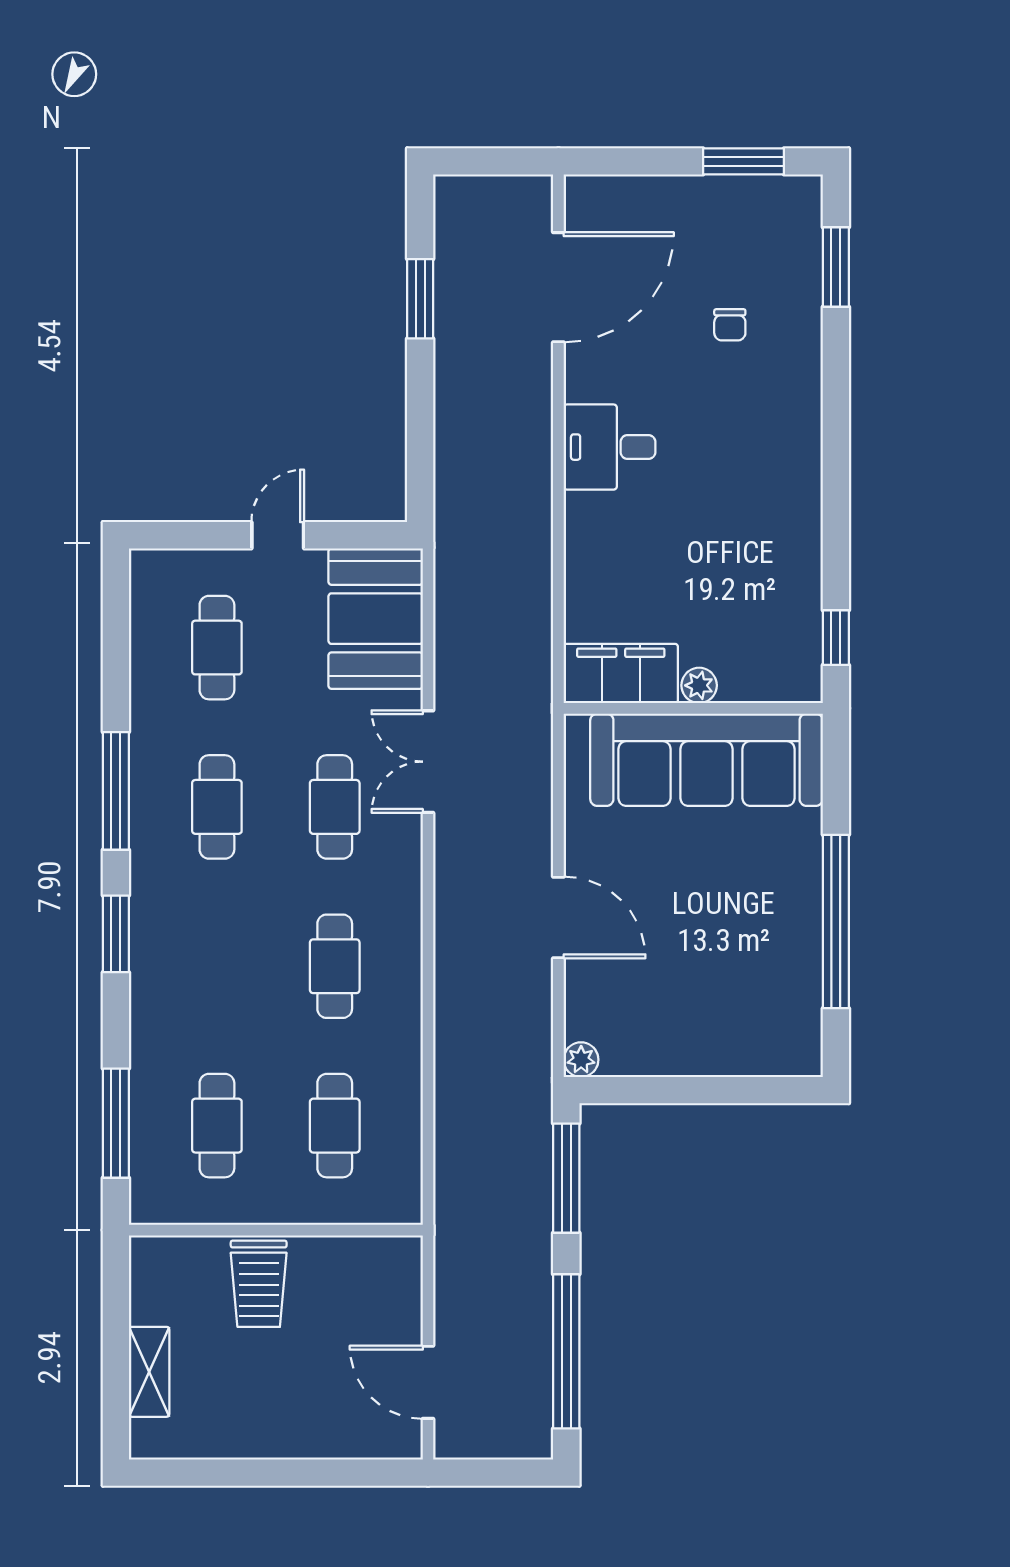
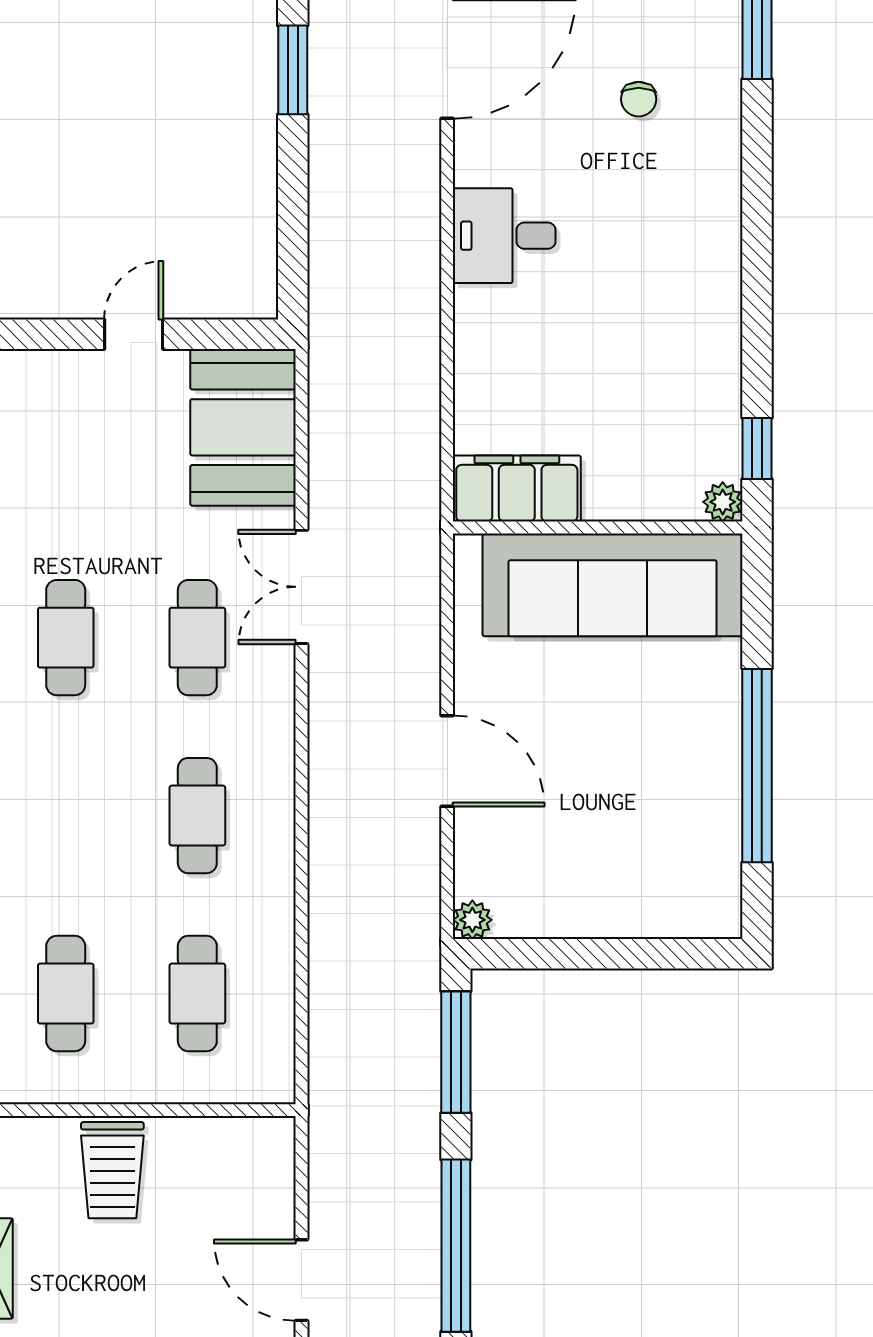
cafe table: (217, 648) -> (66, 460), removed
plant: (699, 685) -> (723, 502), moved

